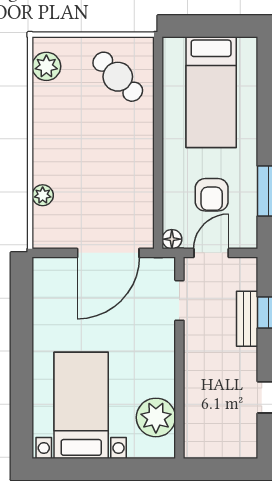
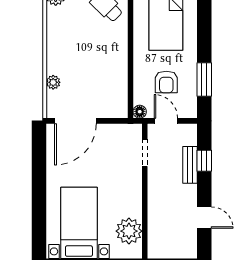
door: (108, 253) -> (75, 121), moved
door: (211, 253) -> (166, 121), hinge flipped

